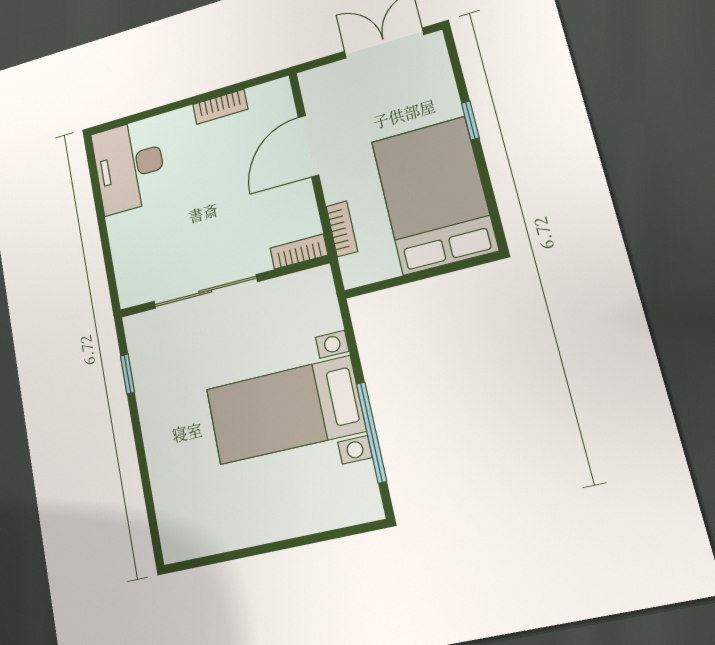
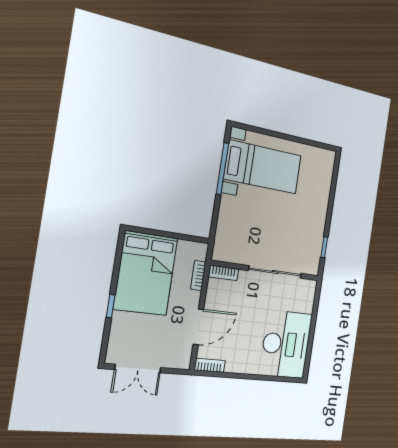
bookcase: (220, 107) -> (210, 365), moved
desk: (129, 166) -> (286, 344), width x1.36, depth x1.30
bed with nightstands: (285, 410) -> (263, 167), moved

